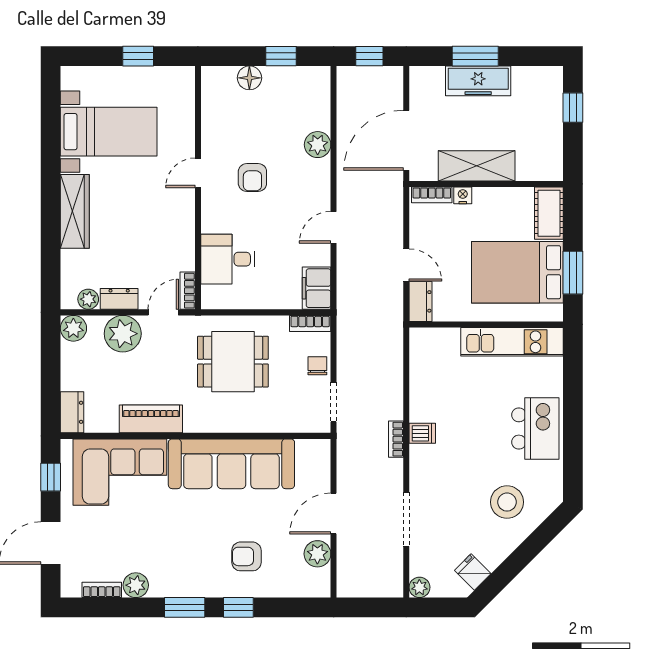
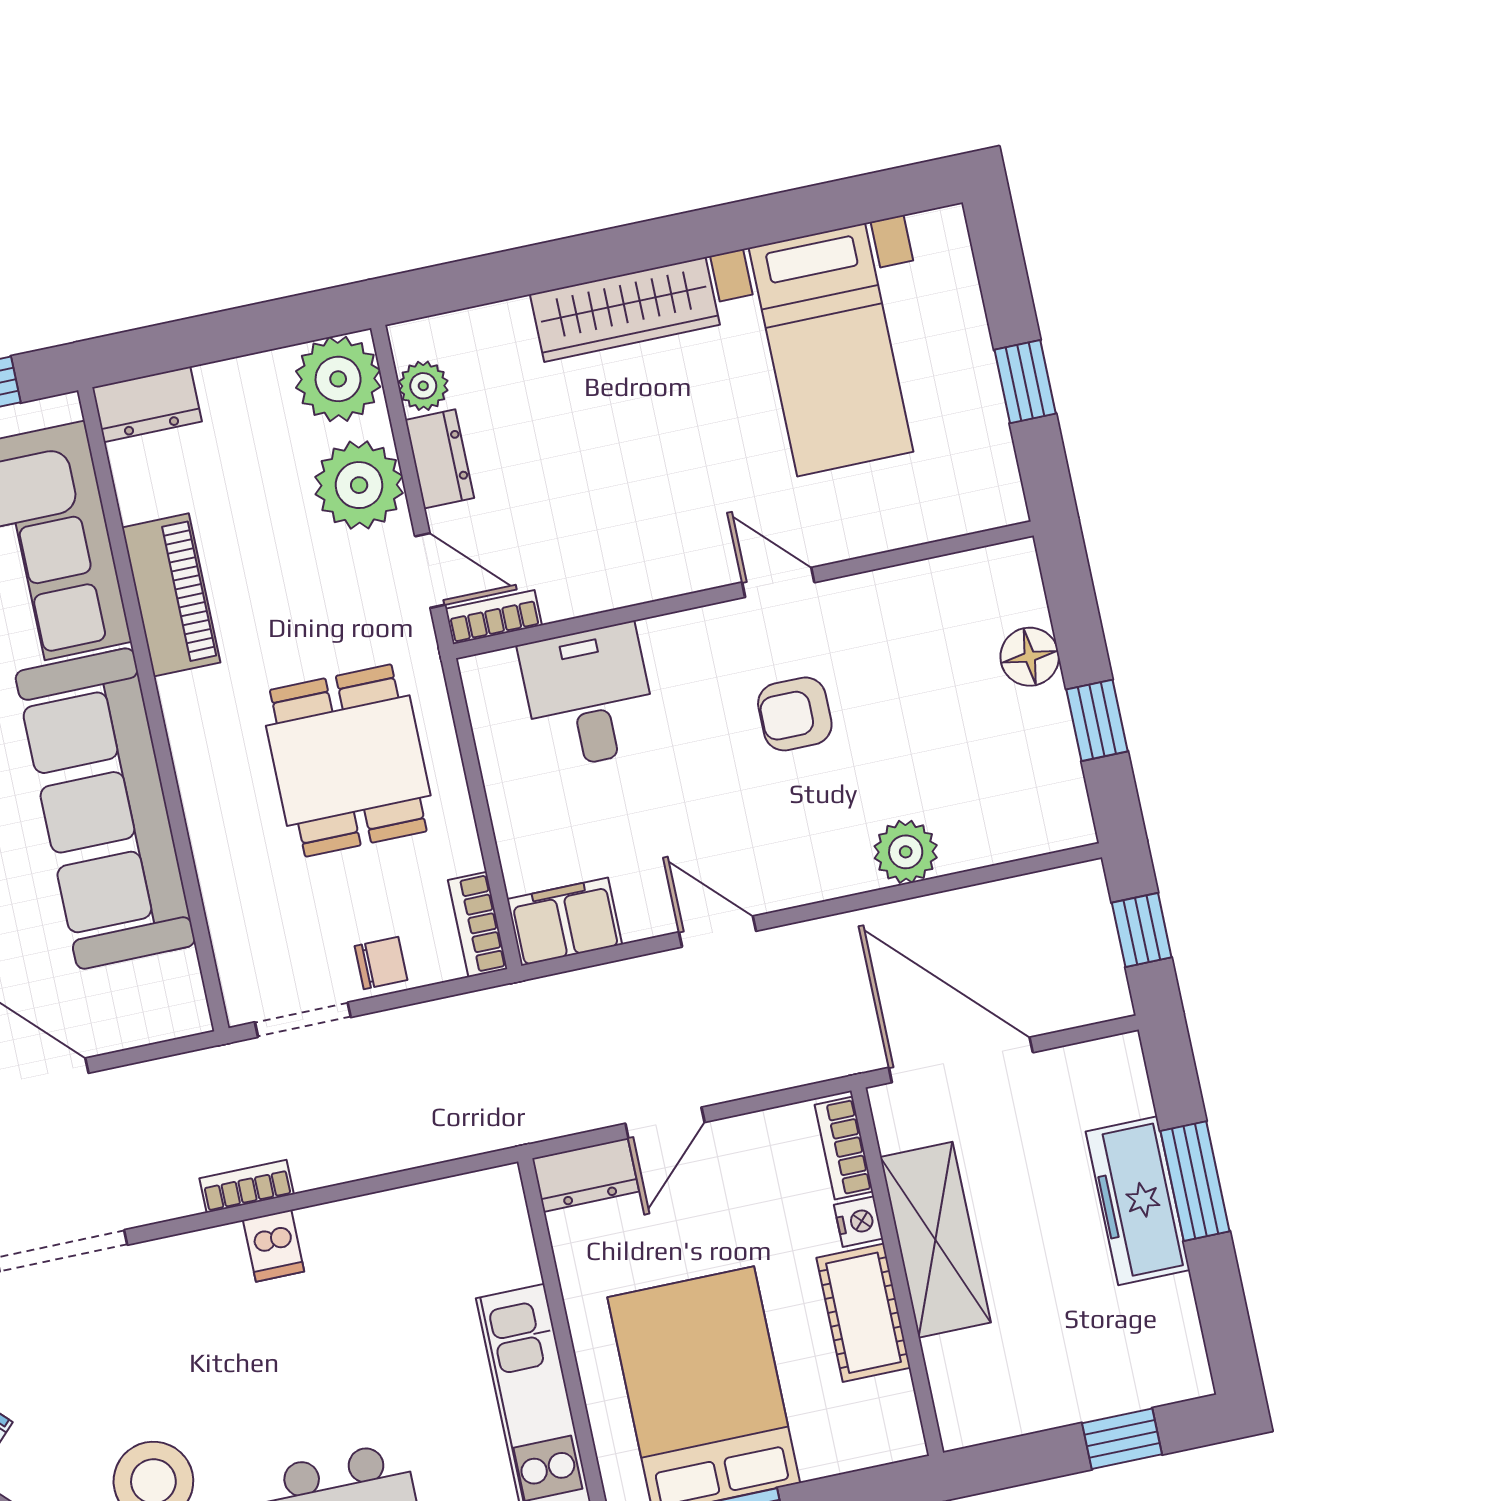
cot: (549, 213) -> (863, 1313), moved, turned 90
plant: (73, 328) -> (338, 379), width x1.36, depth x1.36

